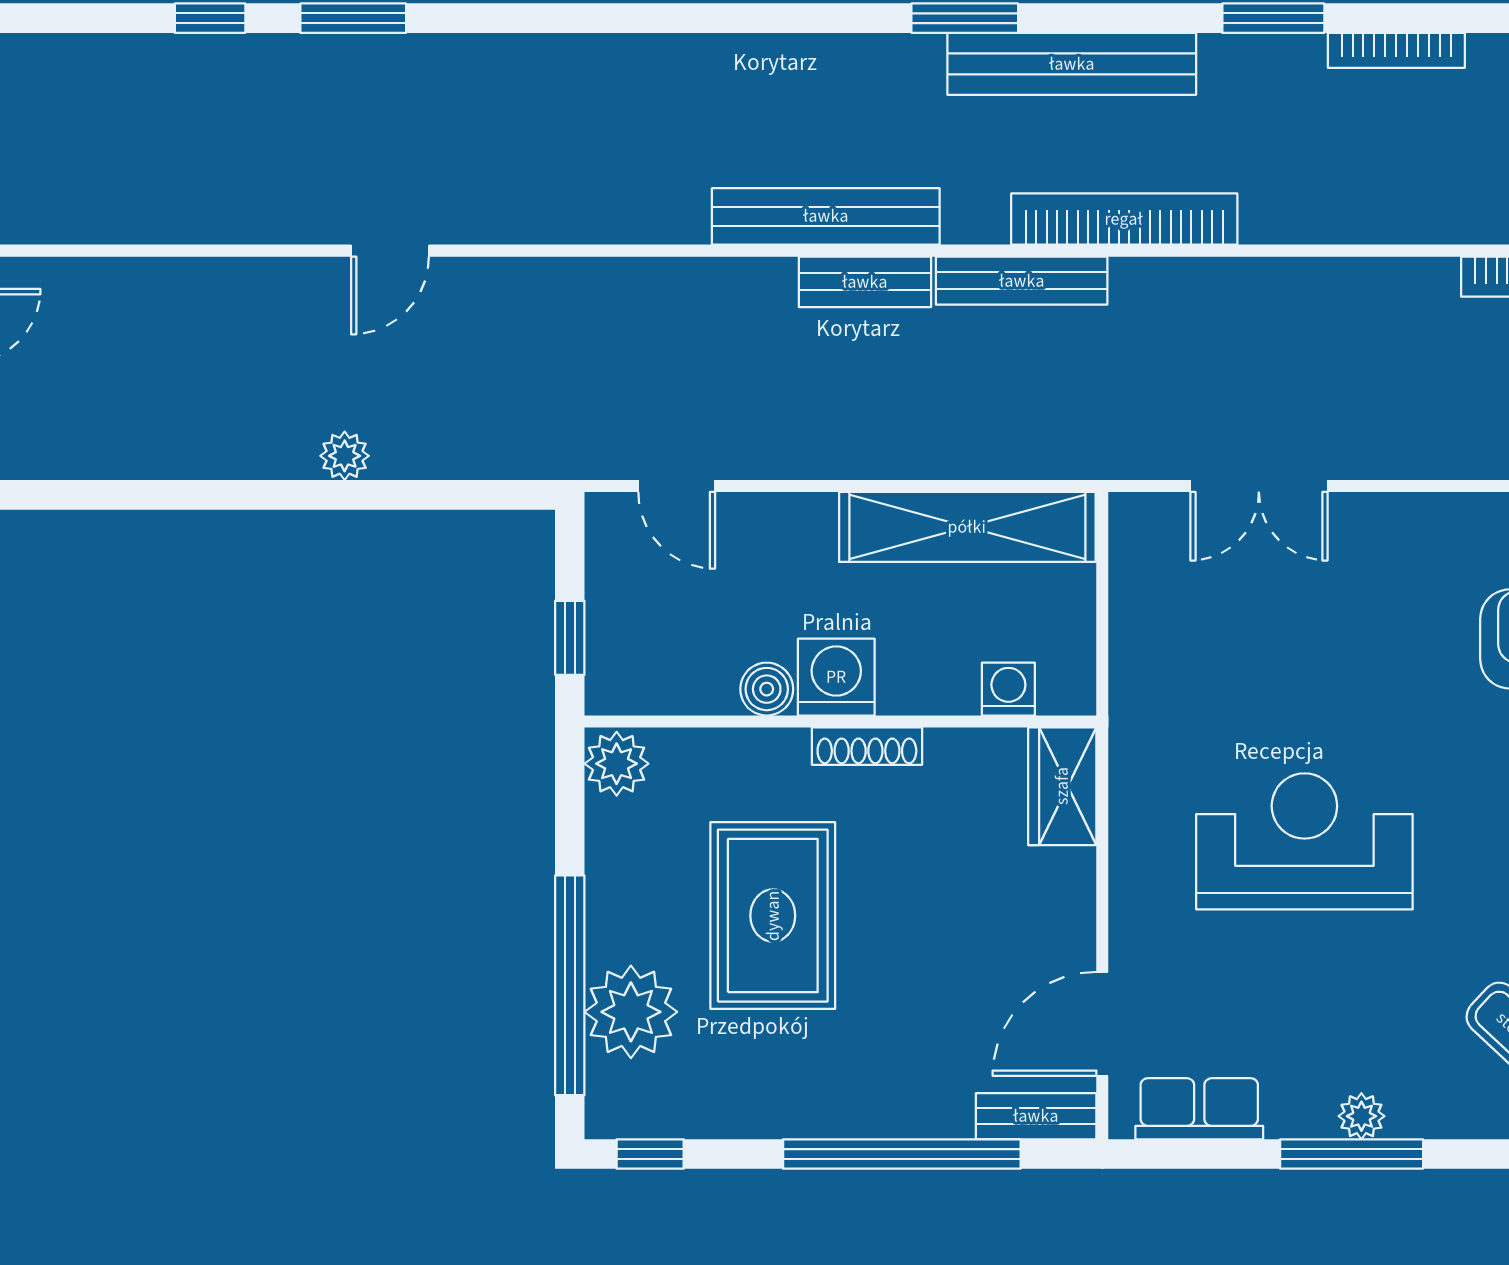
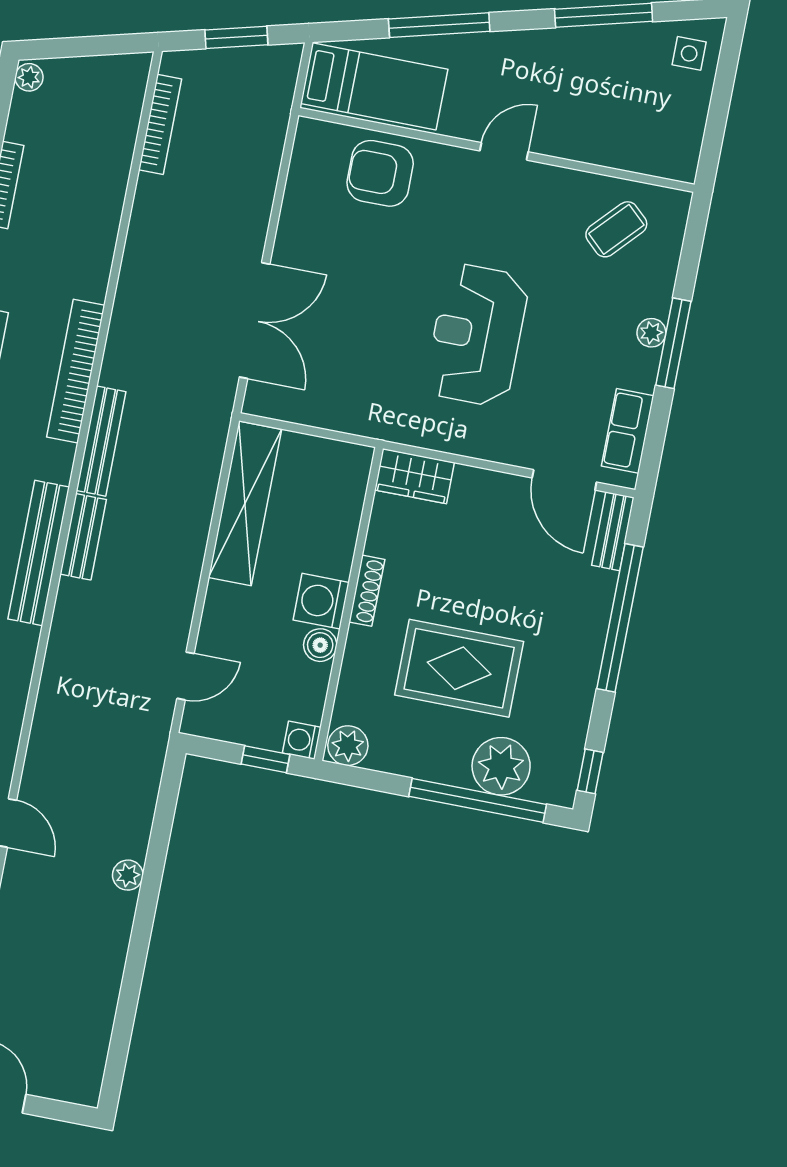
double door: (1259, 486) -> (255, 321), width x1.37
washing machine: (1008, 689) -> (302, 740), moved

